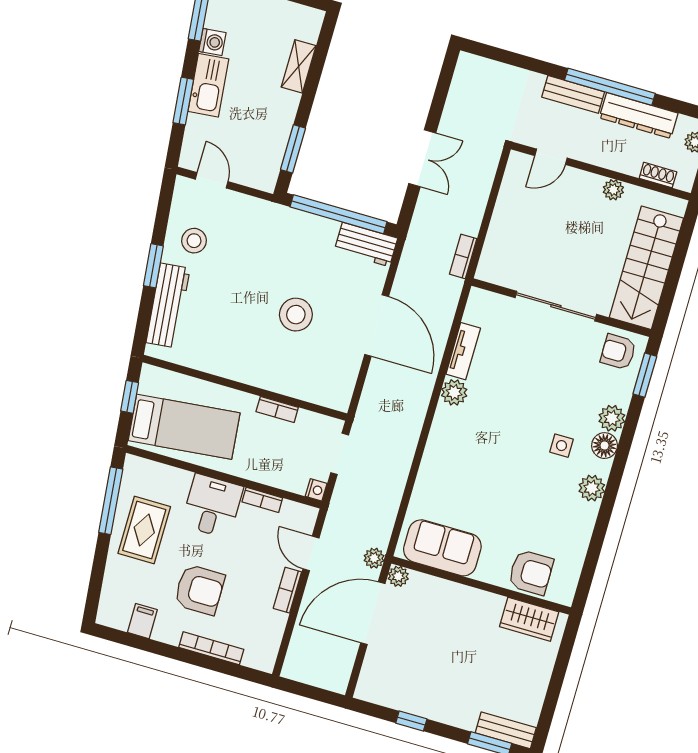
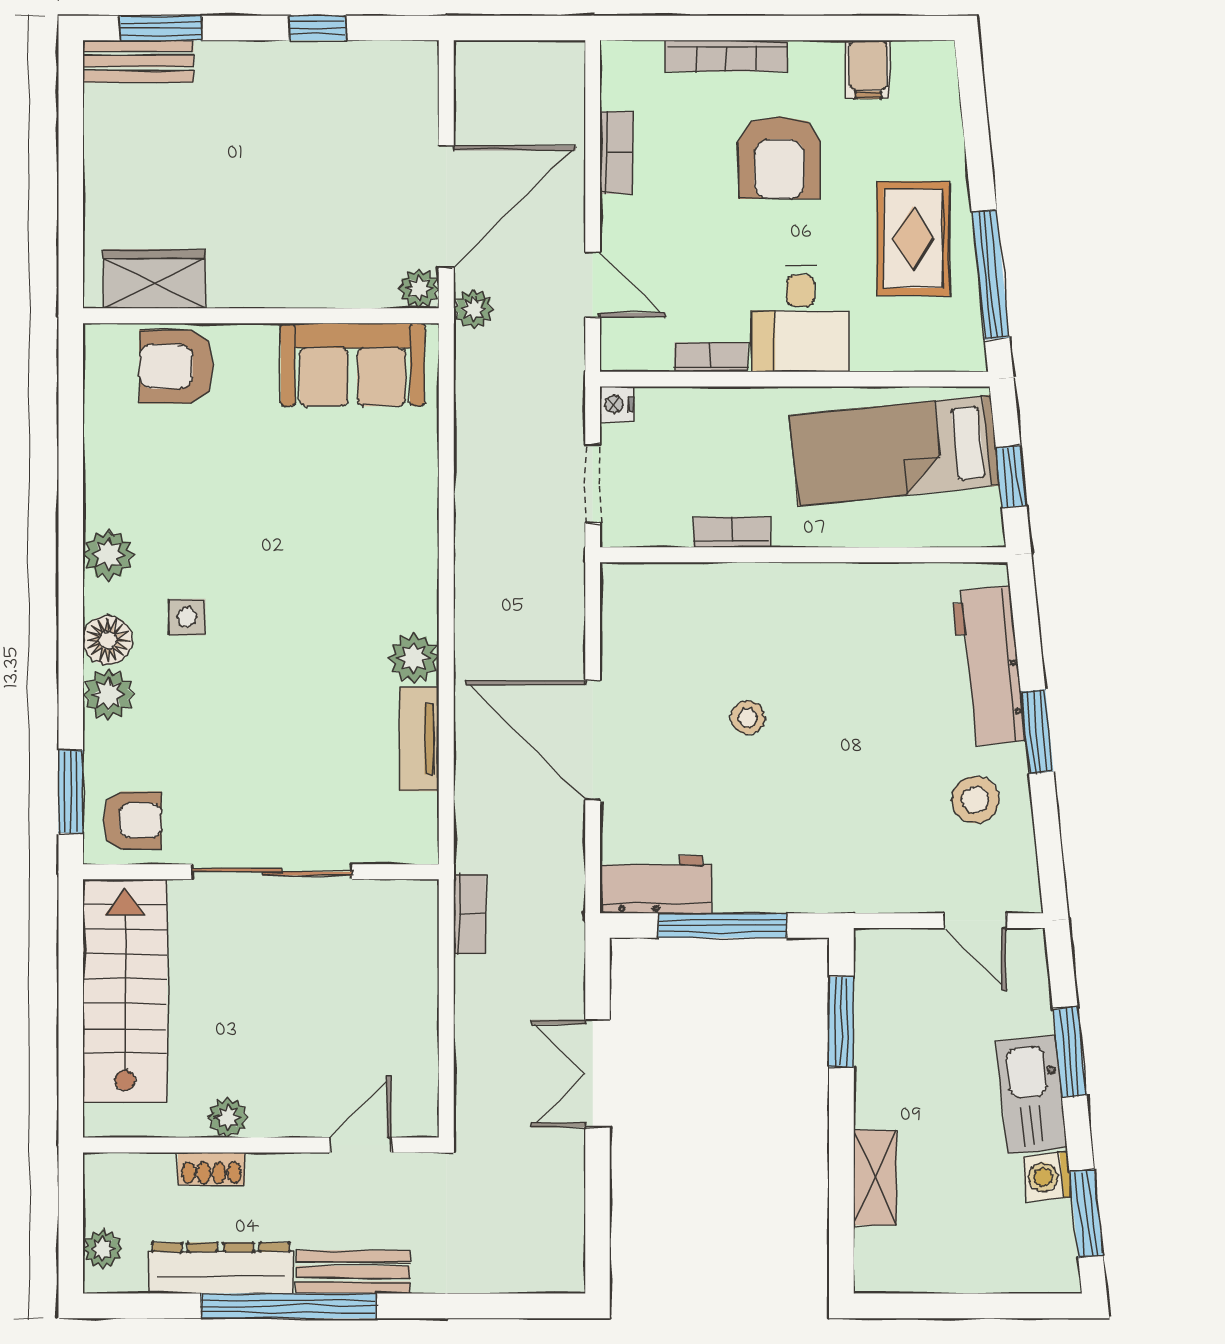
shoe rack: (658, 175) -> (211, 1168), moved
window: (338, 214) -> (722, 925), width x0.68
stool: (296, 315) -> (748, 717), width x0.53, depth x0.53
armchair: (199, 590) -> (779, 158), turned -90
bookcase: (287, 590) -> (616, 153), moved

